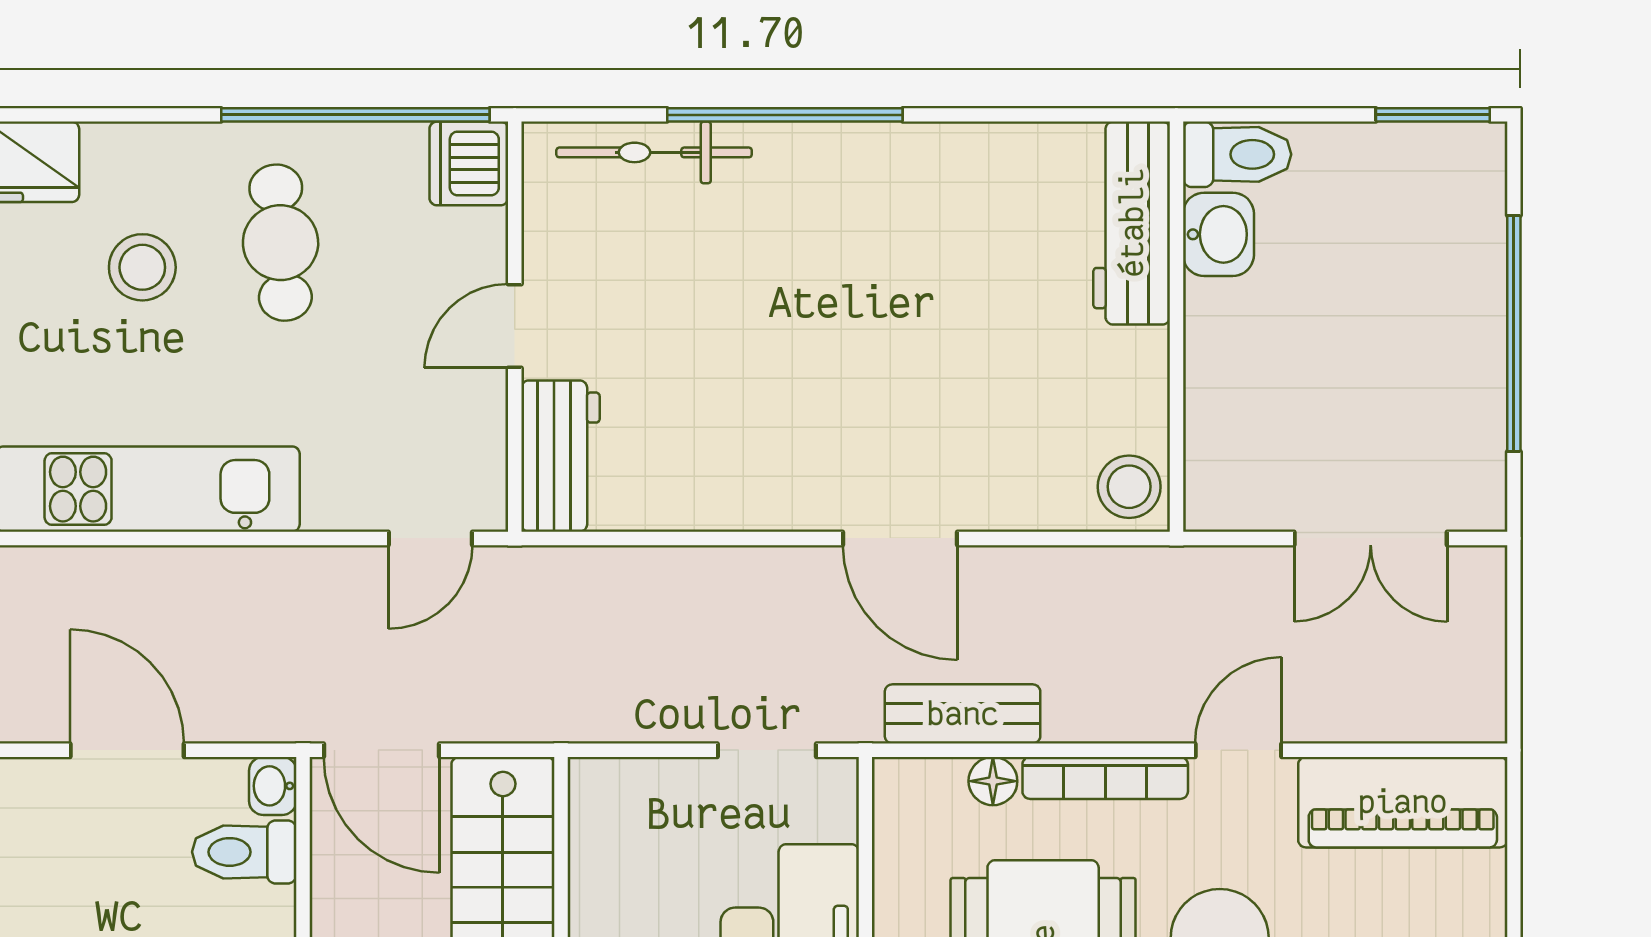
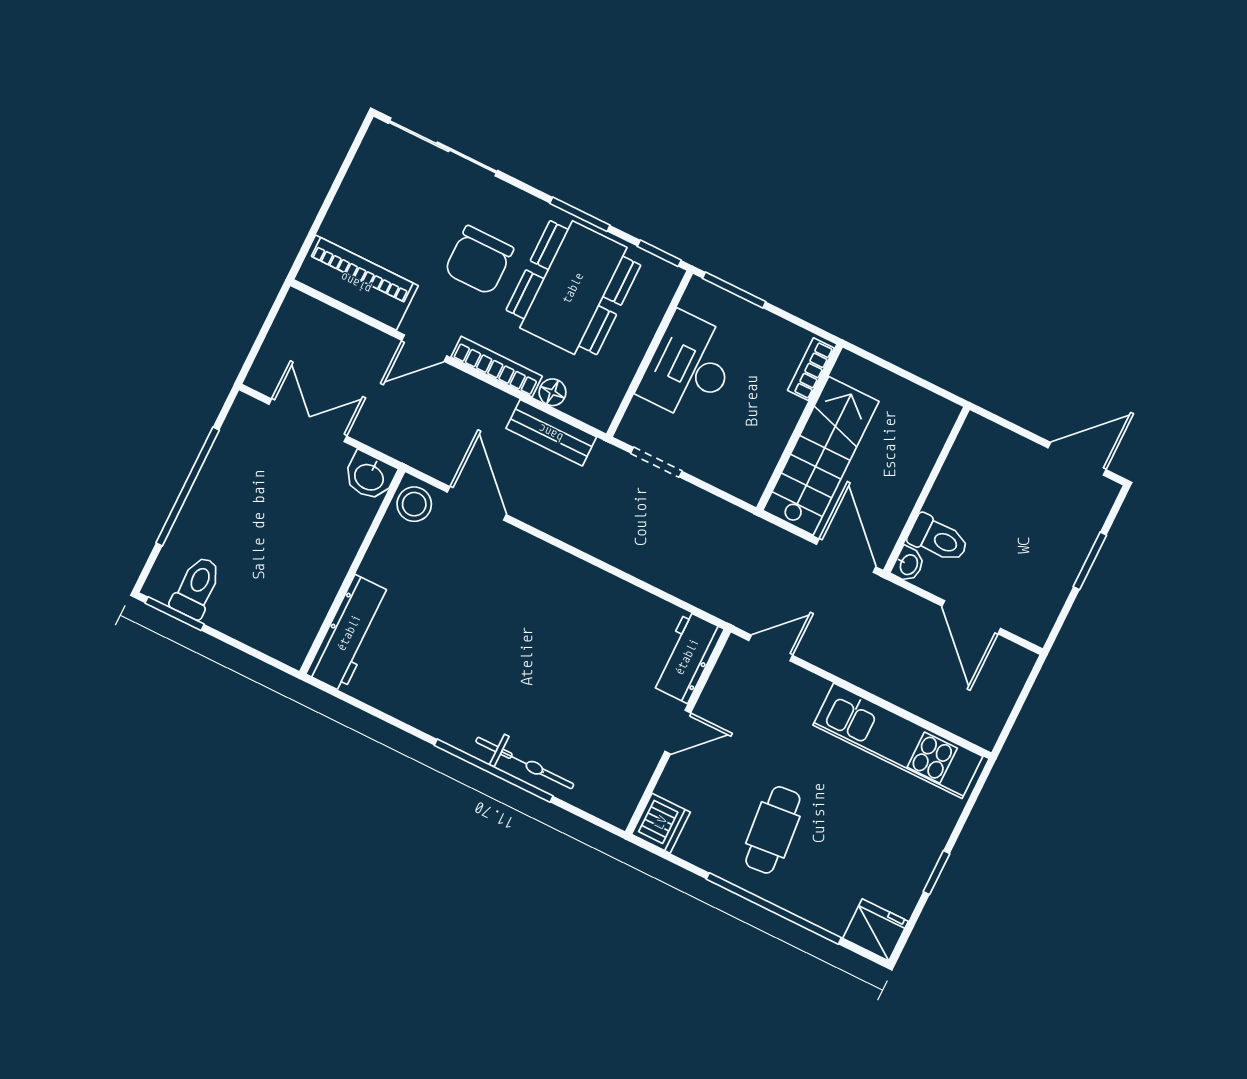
window: (355, 115) -> (774, 908), moved
bicycle: (654, 152) -> (525, 763), moved
toilet: (1237, 154) -> (196, 587), moved, turned 90
washbasin: (1218, 234) -> (369, 476), moved, turned -90
stool: (142, 267) -> (847, 851), removed
door: (900, 538) -> (477, 503), moved

